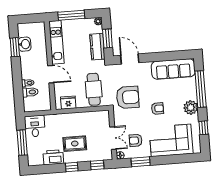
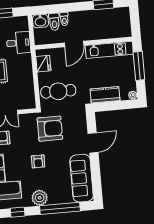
window: (107, 38) -> (114, 106), removed
washbasin: (25, 44) -> (40, 21), moved
door: (130, 59) -> (93, 143), moved
armchair: (128, 97) -> (50, 129), turned -90
desk: (35, 126) -> (18, 43), moved

